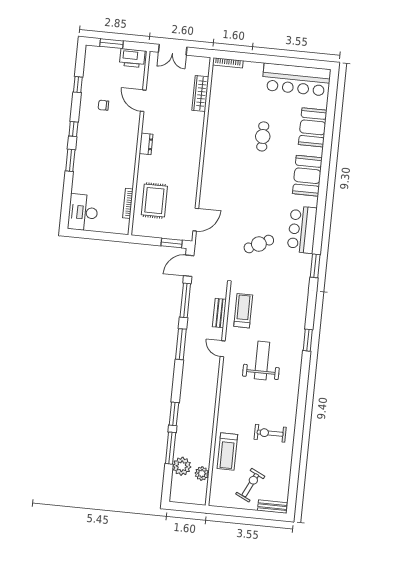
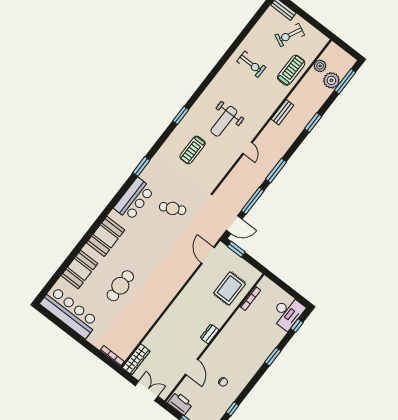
wardrobe: (200, 93) -> (136, 359), moved
window: (73, 129) -> (297, 326), moved
cafe table: (263, 136) -> (120, 286), width x1.37, depth x1.35
door: (196, 220) -> (208, 255), hinge flipped
treadmill: (243, 311) -> (193, 150), moved
bench: (219, 313) -> (283, 112), moved
window: (171, 448) -> (345, 81), moved

